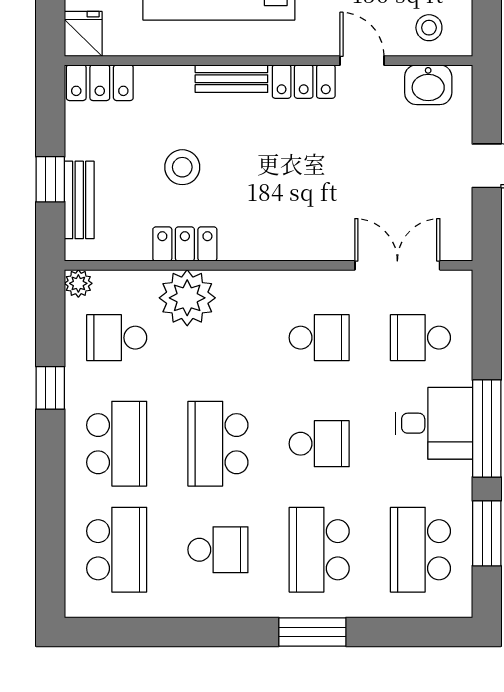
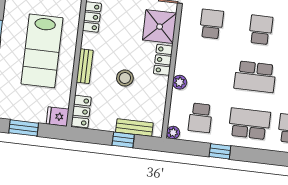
bench: (231, 79) -> (85, 66), moved
shower: (300, 228) -> (160, 27), added
locker: (185, 244) -> (163, 60), moved
plant: (187, 298) -> (180, 82), width x0.53, depth x0.53

